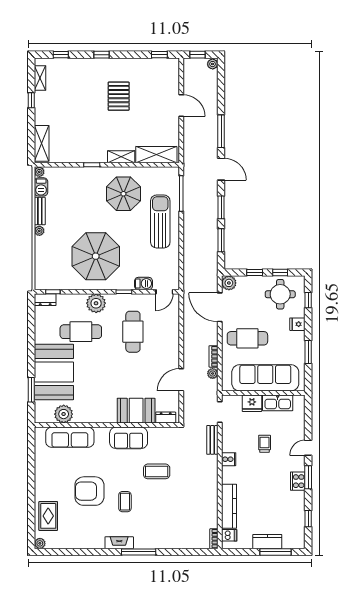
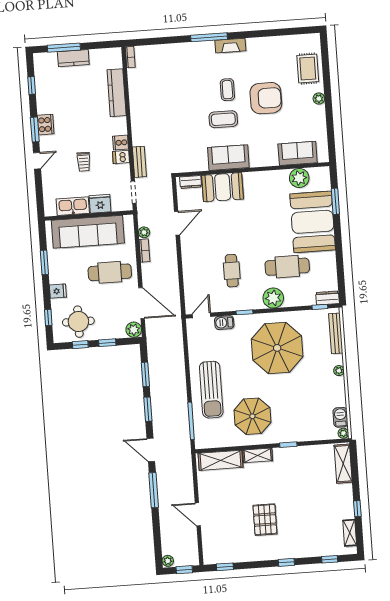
bench: (40, 211) -> (336, 333), moved, width x1.36
cafe table: (133, 332) -> (232, 271), width x0.73, depth x0.74
sofa: (70, 437) -> (298, 153), width x0.73
coffee table: (157, 471) -> (223, 119), moved
dishwasher: (229, 535) -> (121, 157), moved
plant: (40, 543) -> (319, 99), moved

